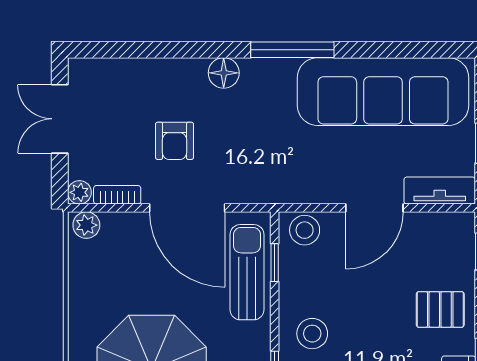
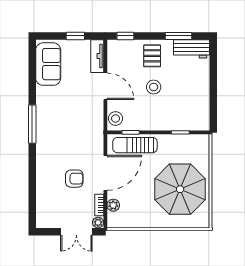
floor lamp: (224, 73) -> (43, 156), removed
sofa: (383, 92) -> (48, 64), width x0.54, depth x0.79
double door: (60, 119) -> (76, 232), moved
plant: (86, 225) -> (113, 205), moved
stool: (312, 334) -> (154, 87), moved

